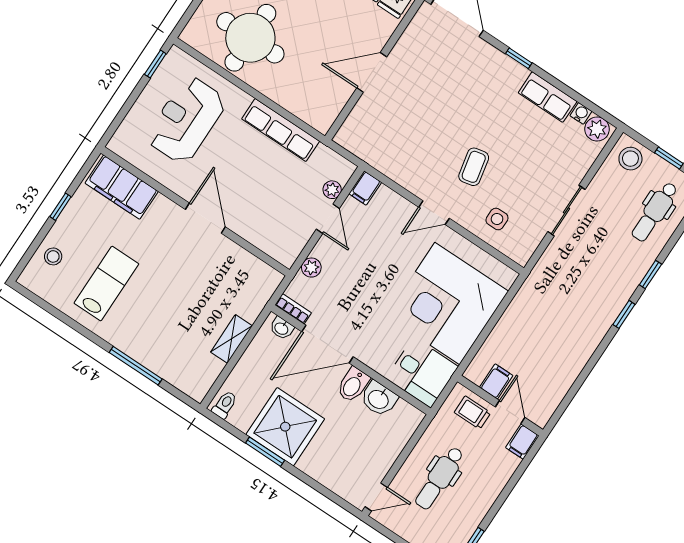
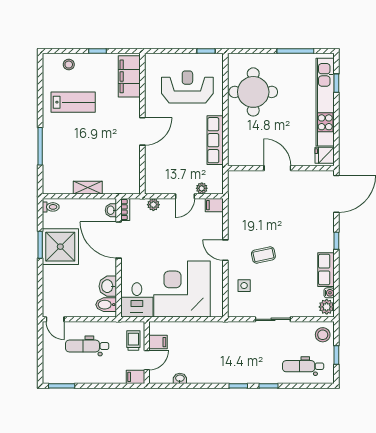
bidet: (353, 385) -> (106, 305), moved
washbasin: (563, 385) -> (180, 378), added

